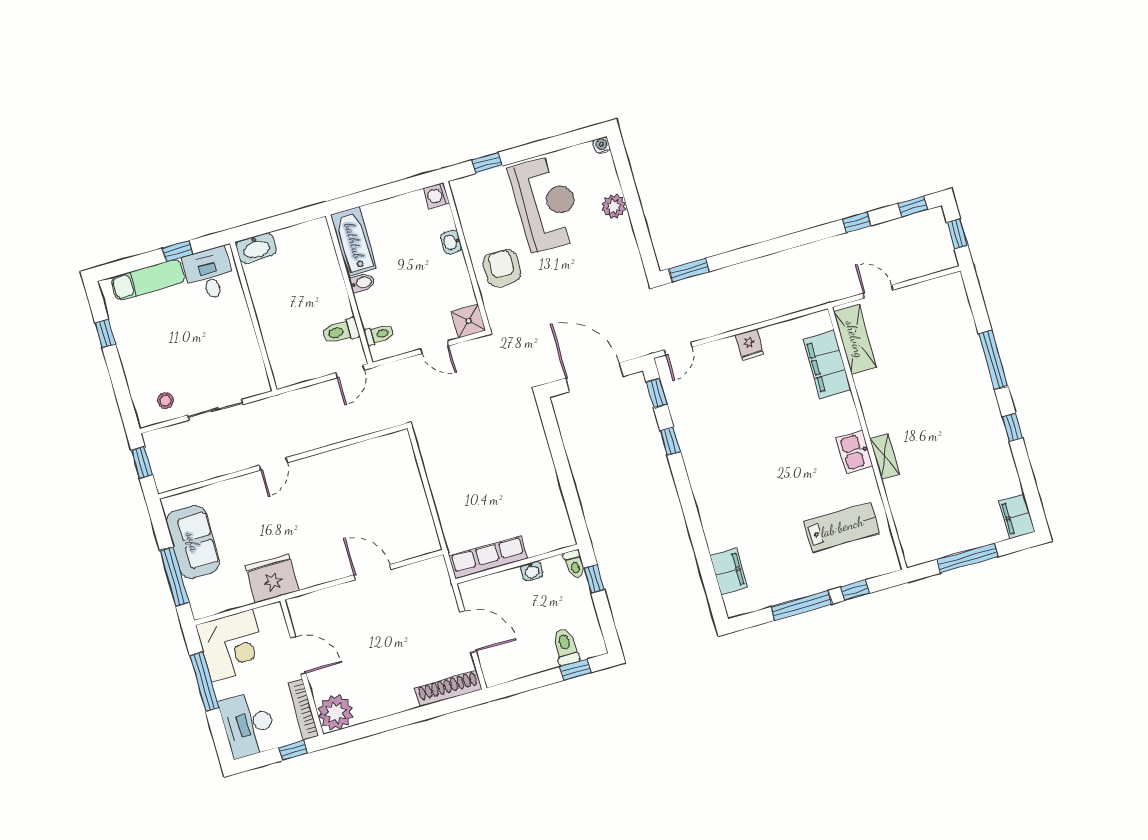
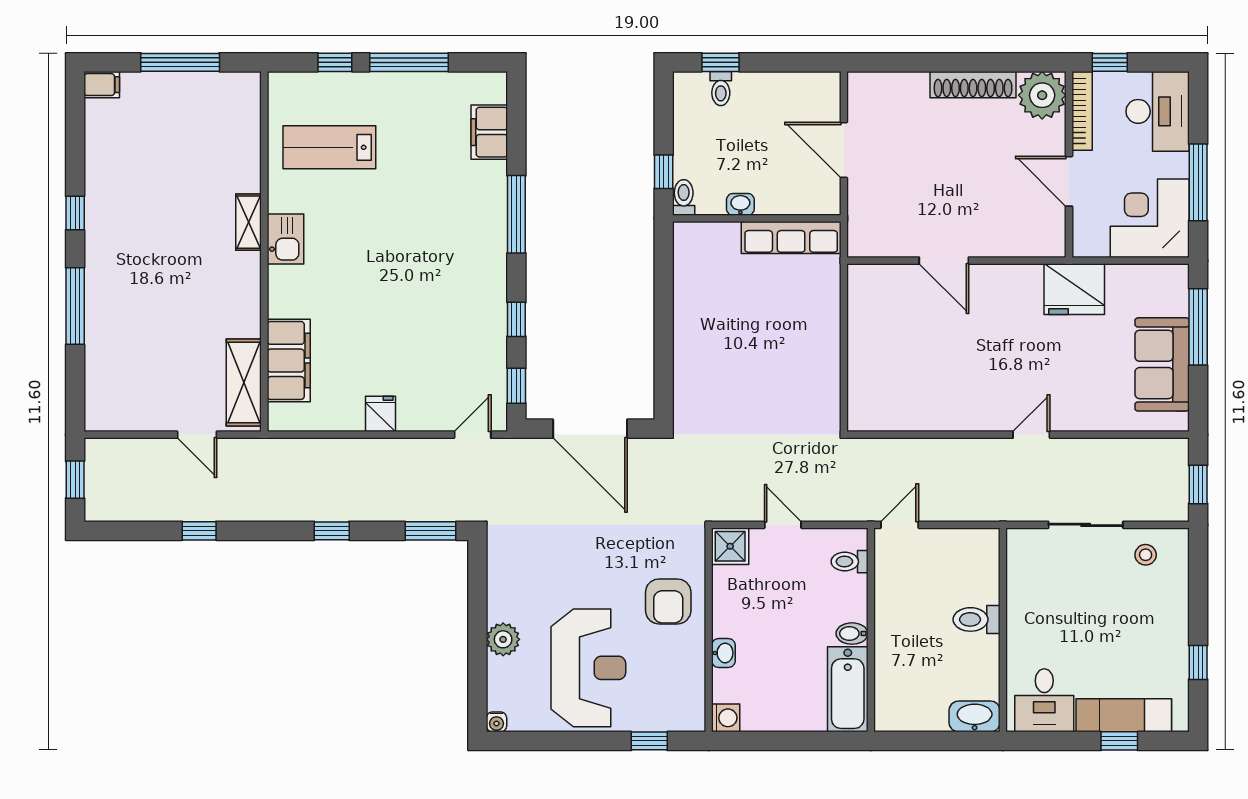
reception desk: (546, 203) -> (588, 668), turned 180
window: (913, 206) -> (332, 531), moved
window: (177, 251) -> (1119, 741), moved
toilet: (341, 331) -> (977, 619), moved, turned 180
filing cabinet: (1017, 516) -> (102, 85), width x0.50
window: (692, 517) -> (516, 214), added
toilet: (566, 647) -> (721, 89), width x0.73, depth x0.72
shoe rack: (448, 689) -> (973, 85), moved

